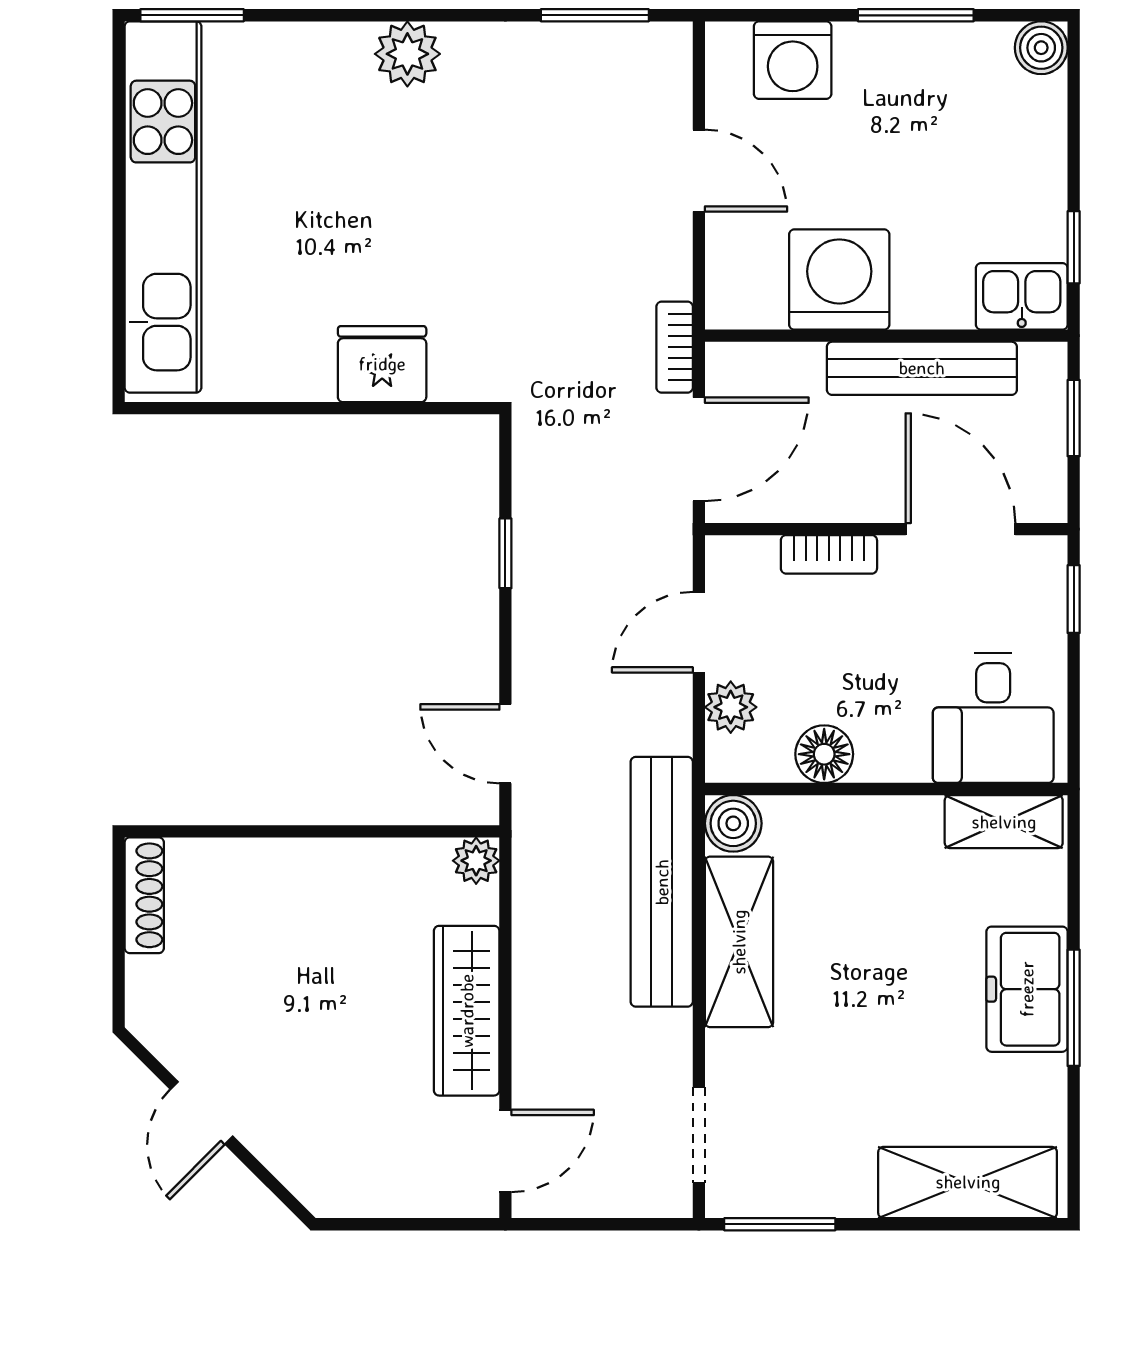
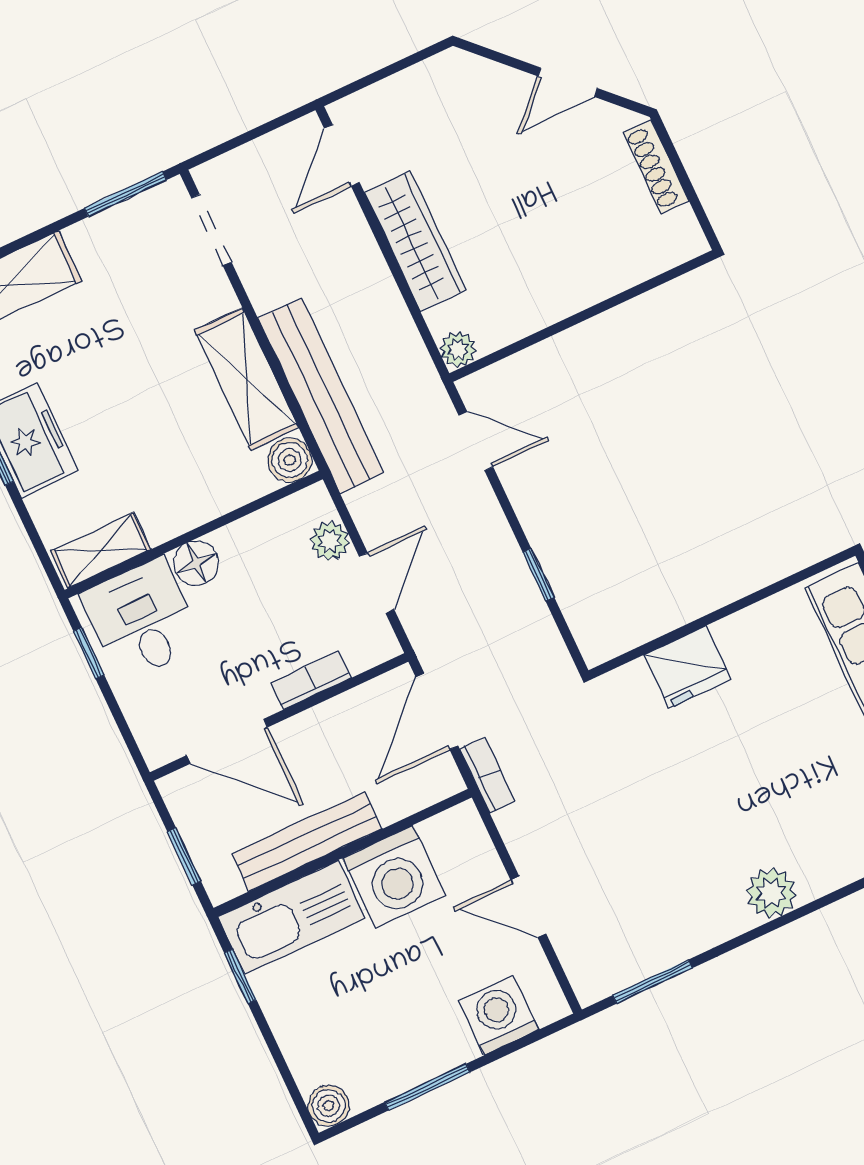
kitchen sink: (1022, 296) -> (291, 917), width x1.88, depth x1.24
window: (1074, 599) -> (89, 653), moved
floor lamp: (824, 754) -> (196, 563), moved
shoe rack: (144, 895) -> (656, 167), moved
door: (202, 1113) -> (568, 82), swing flipped

